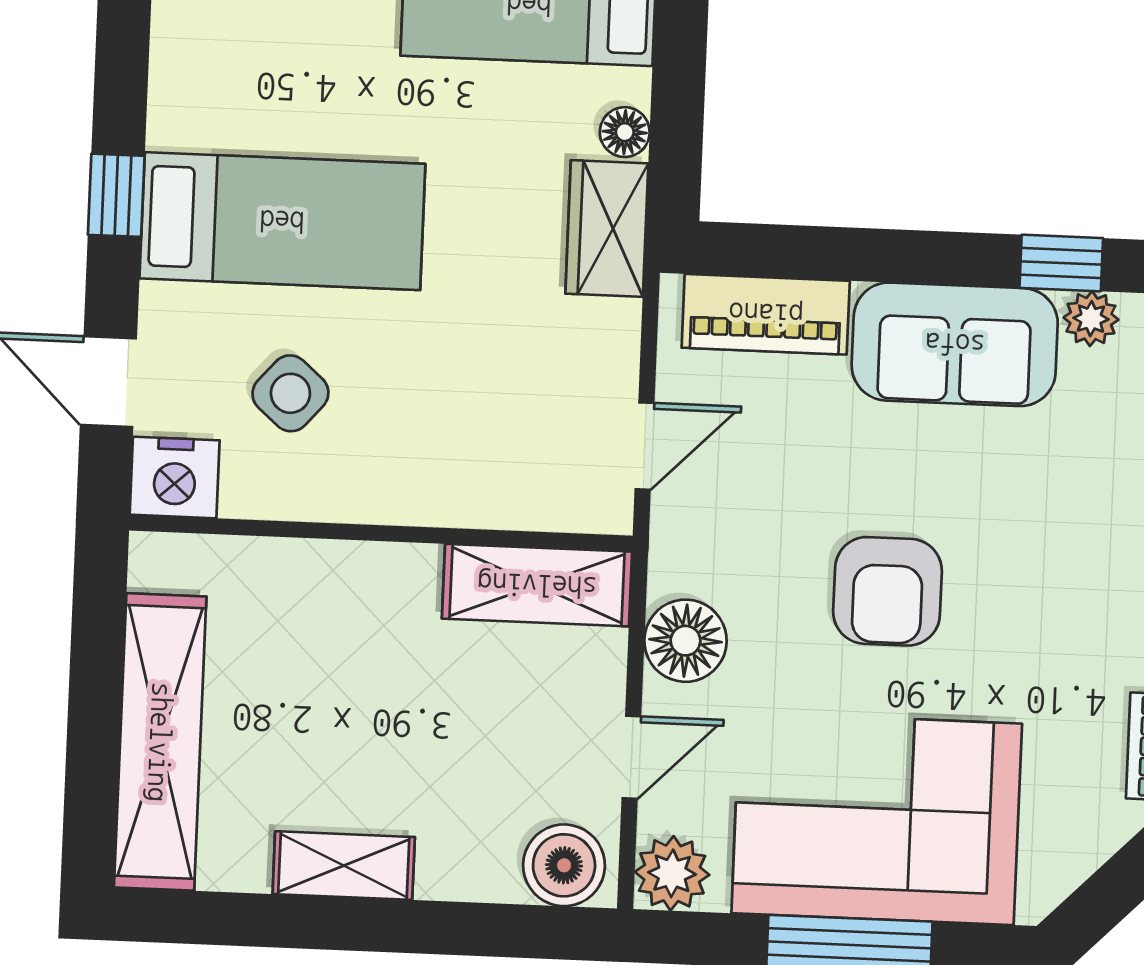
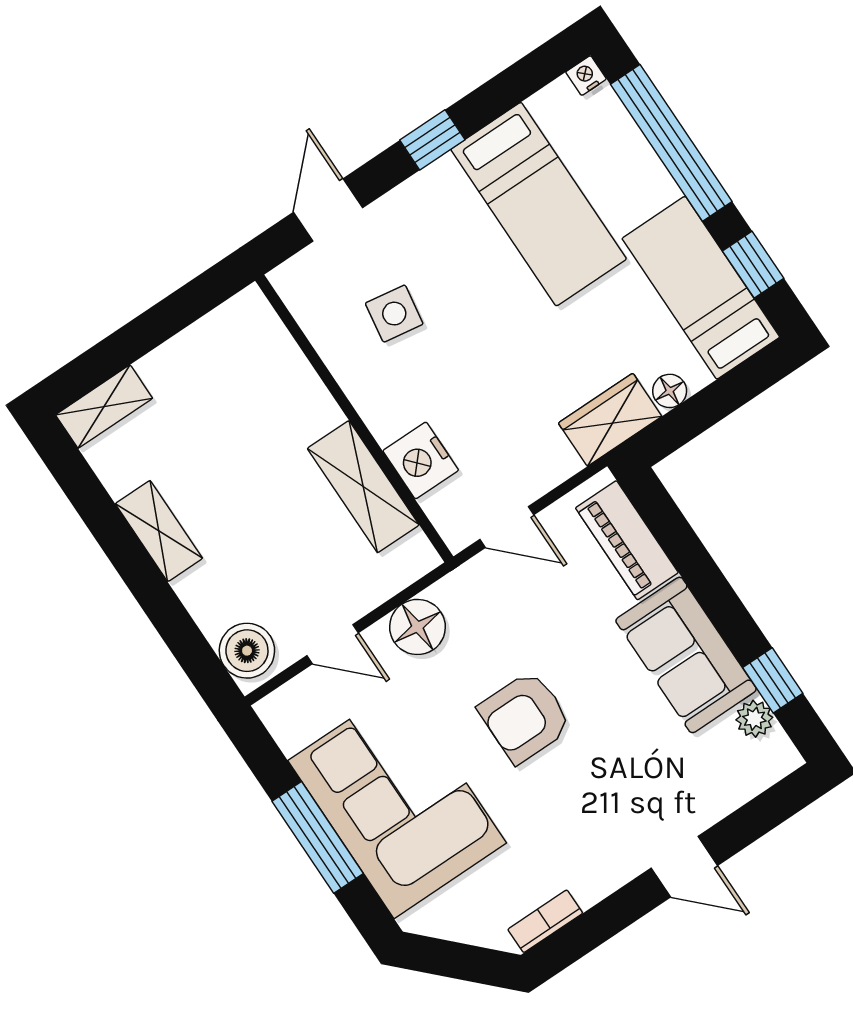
bed: (282, 221) -> (539, 204), moved
side table: (290, 393) -> (394, 314), turned -32
nightstand: (175, 477) -> (421, 460), moved
shelving: (537, 585) -> (363, 487), moved
shelving: (160, 742) -> (104, 407), width x0.45, depth x0.75
plant: (672, 873) -> (286, 713), removed

